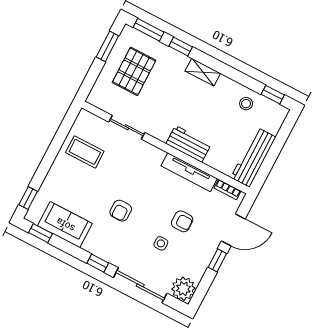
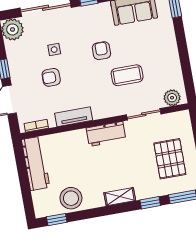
stool: (246, 104) -> (71, 198), width x1.89, depth x1.89
plant: (91, 123) -> (172, 98), added
workbench: (189, 144) -> (106, 134), moved
coffee table: (85, 152) -> (127, 75), moved
tv unit: (189, 172) -> (74, 117), width x0.71

